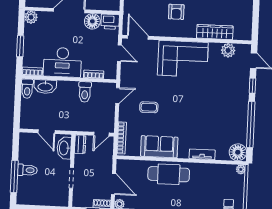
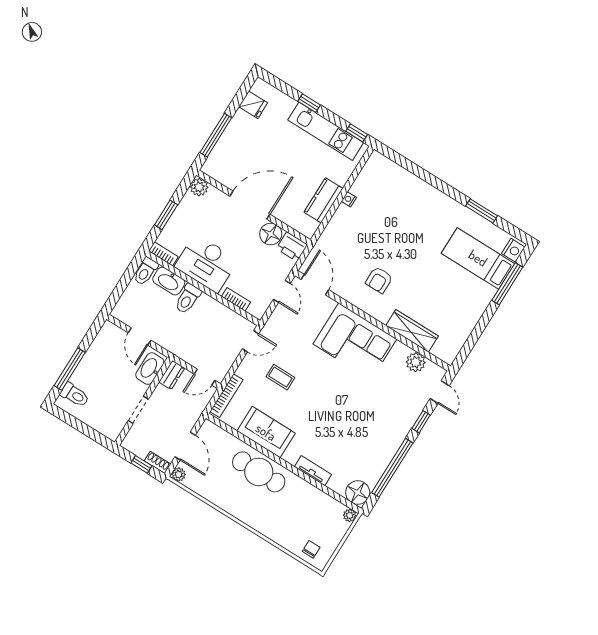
toilet: (85, 92) -> (188, 299), moved
toilet: (27, 170) -> (75, 395), moved

